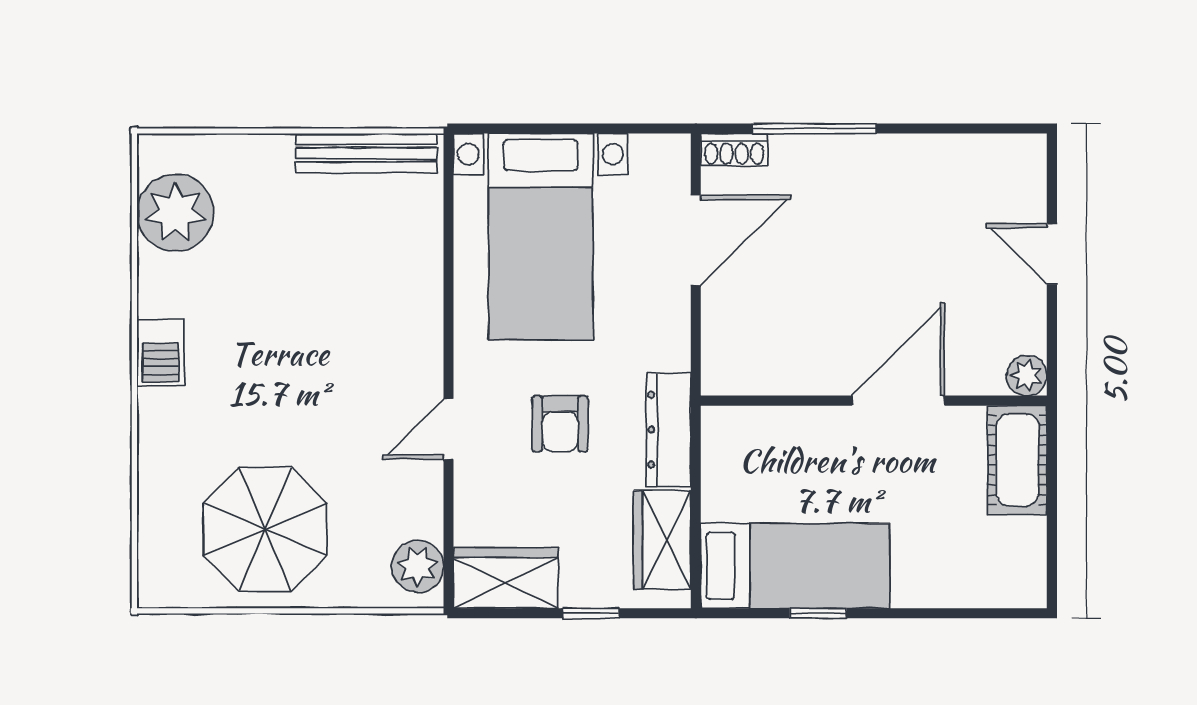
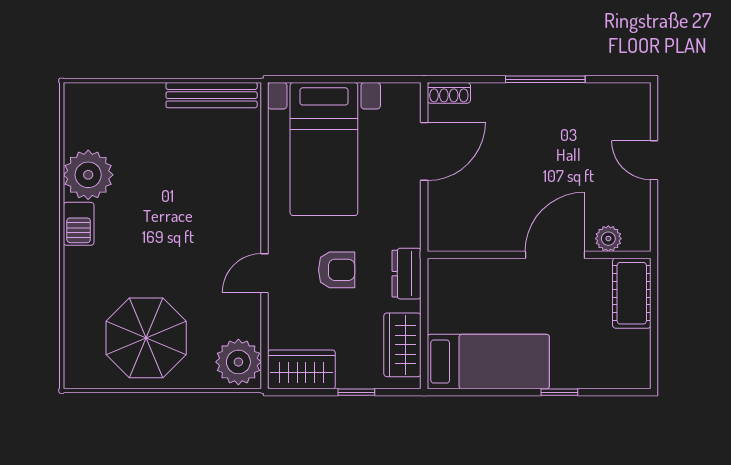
window: (814, 129) -> (545, 79), moved
plant: (175, 213) -> (88, 175), moved
plant: (1027, 375) -> (608, 239), moved
armchair: (560, 424) -> (337, 270), turned -90
dresser: (669, 430) -> (407, 274), width x0.70
plant: (418, 566) -> (238, 362), width x1.36, depth x1.36
window: (818, 613) -> (559, 392), moved

